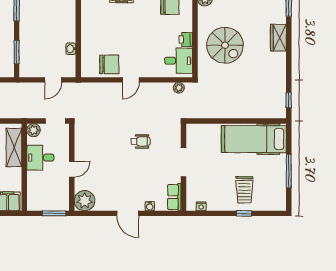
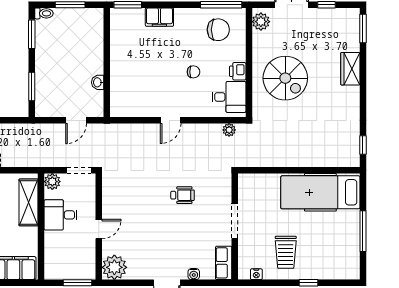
chair: (109, 64) -> (193, 72), moved, width x0.54, depth x0.54
trolley: (244, 190) -> (286, 252), moved

